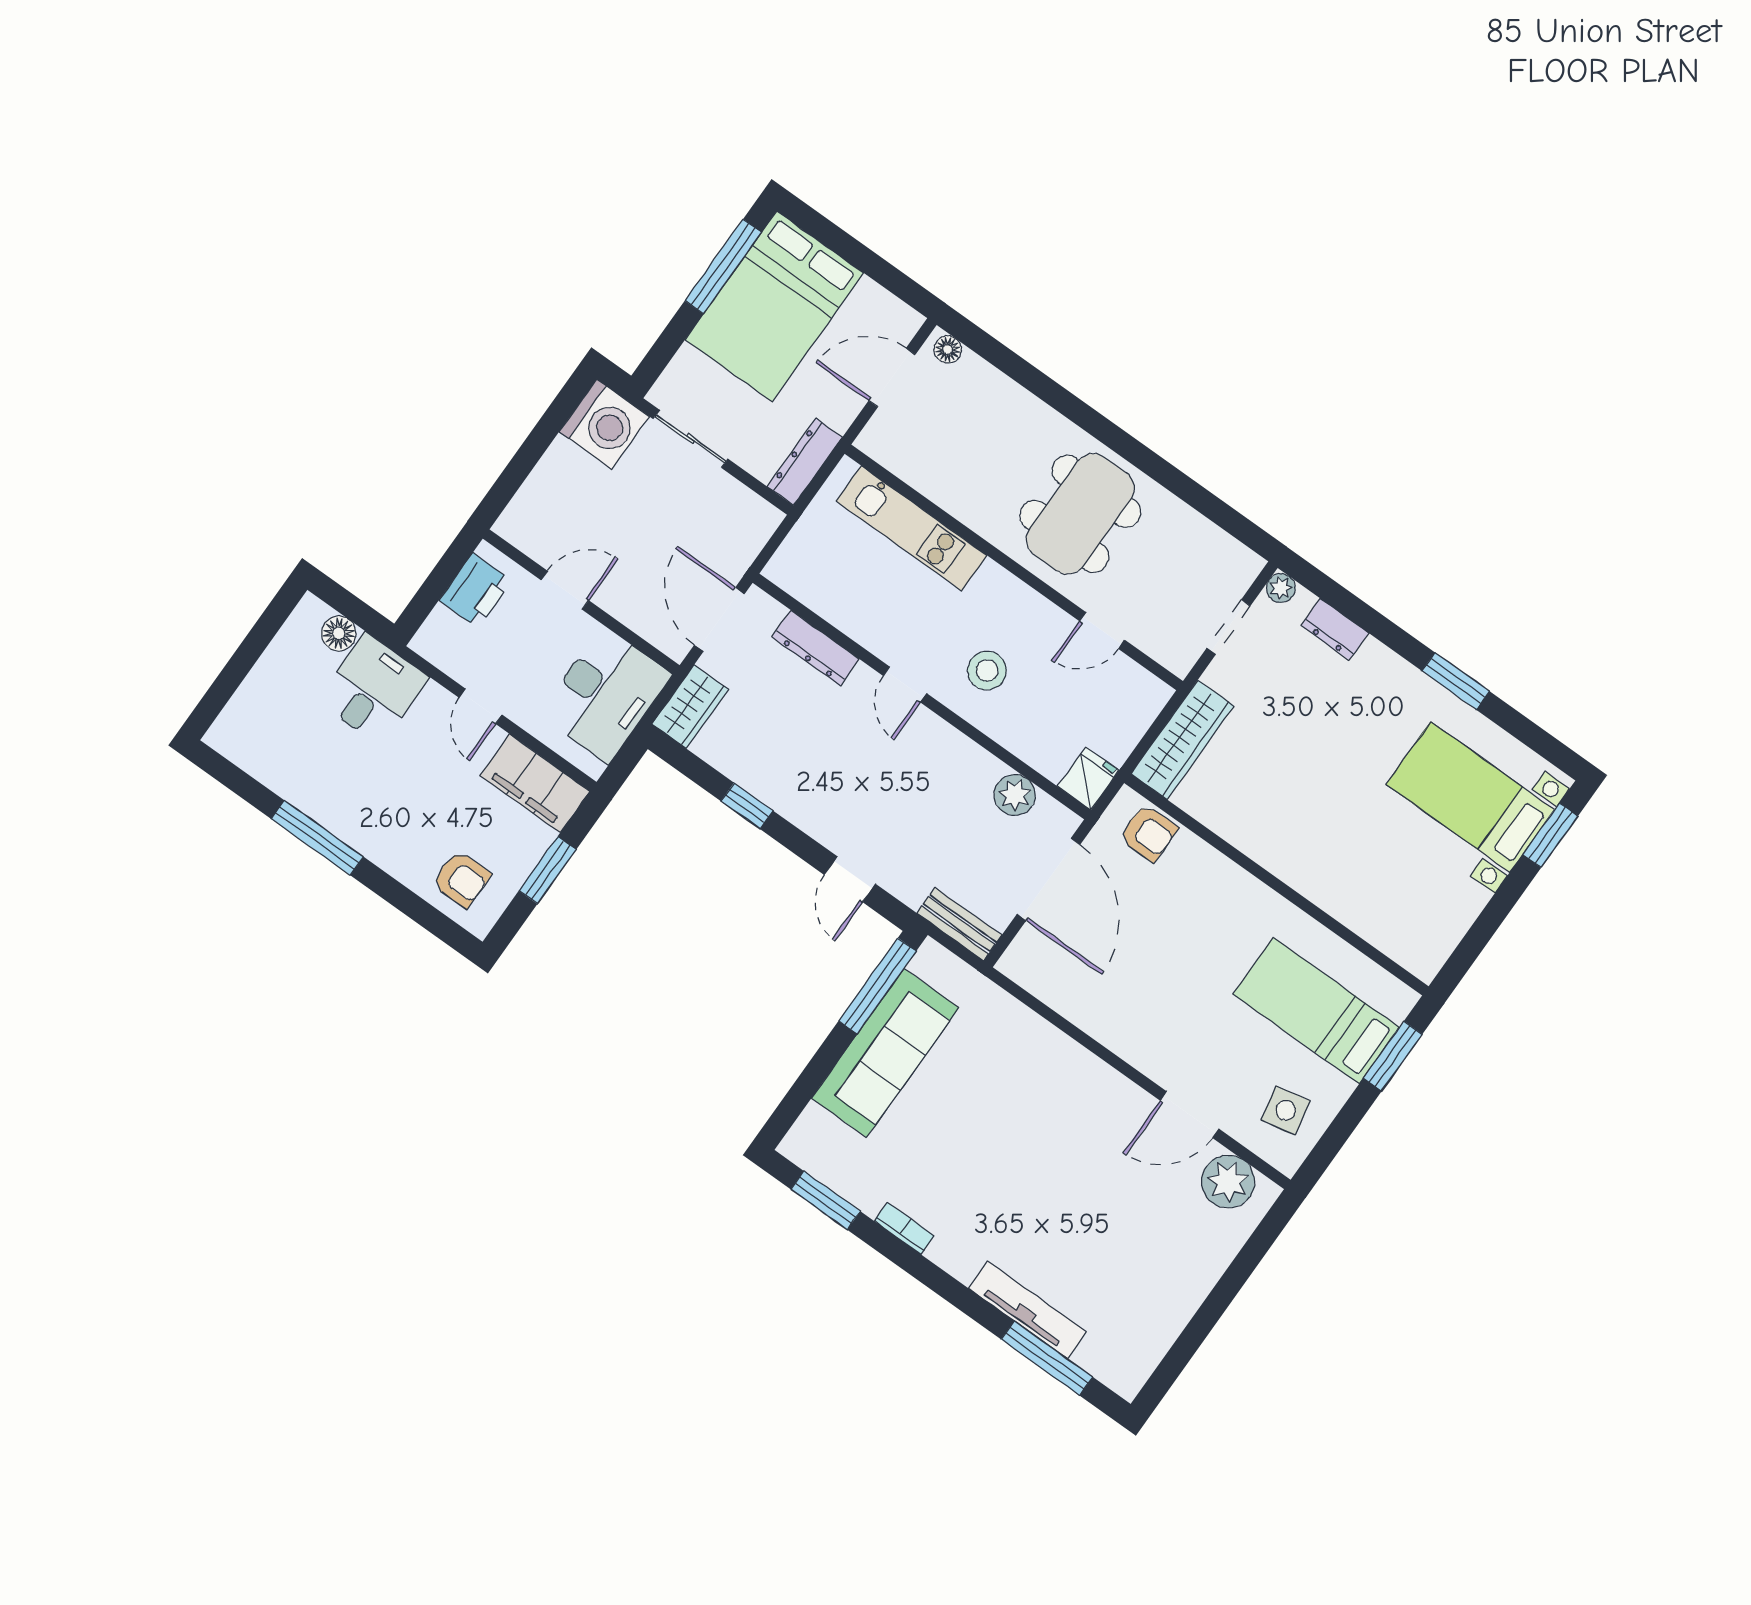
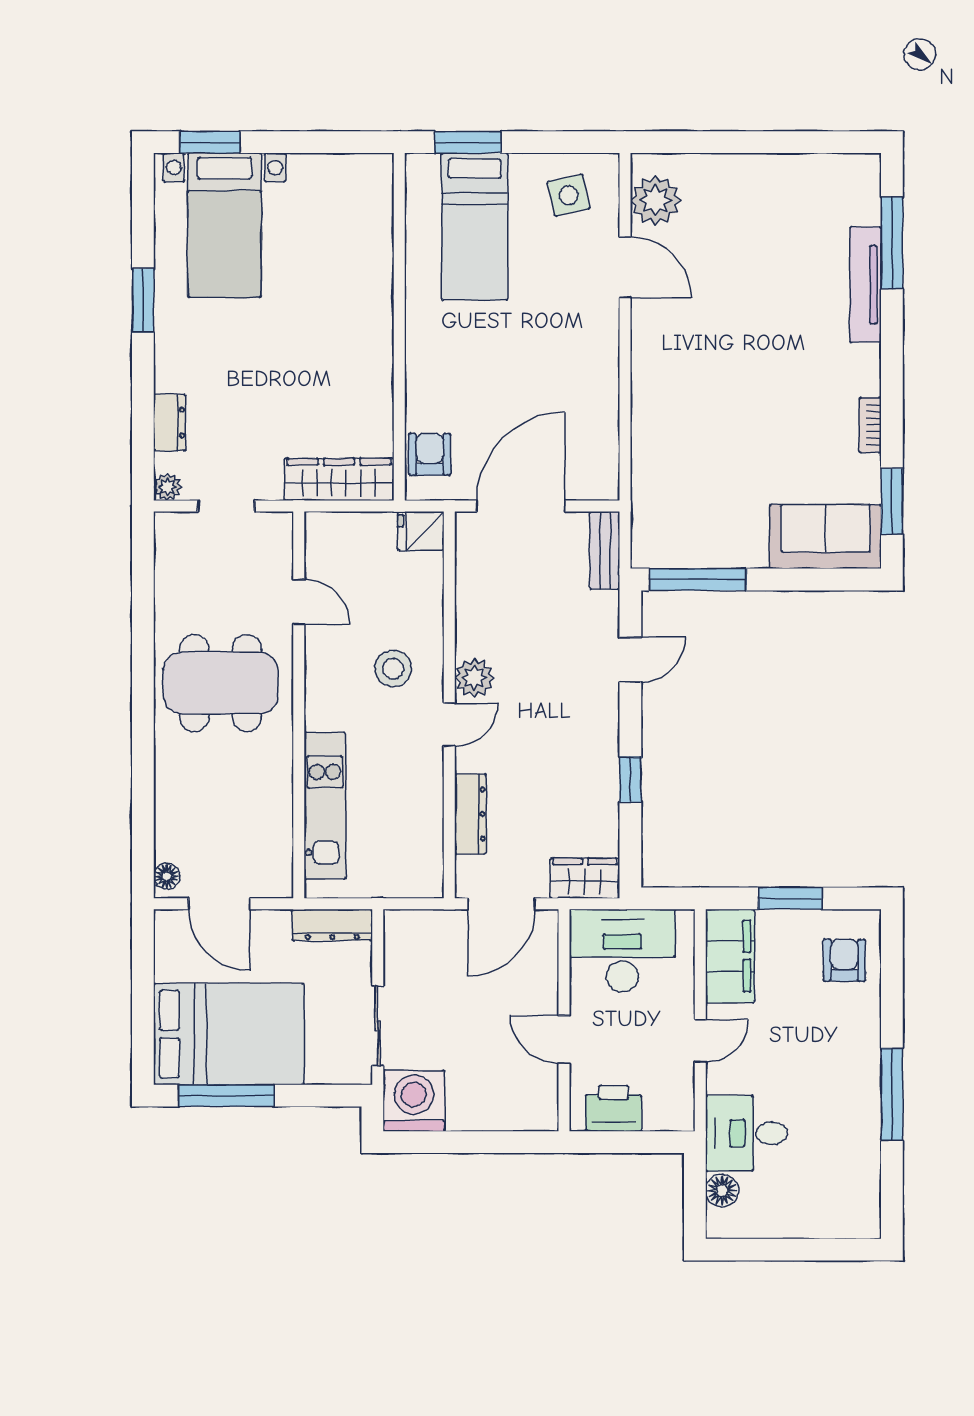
plant: (1015, 795) -> (474, 678), moved
sofa: (885, 1053) -> (826, 537), moved, width x0.73

